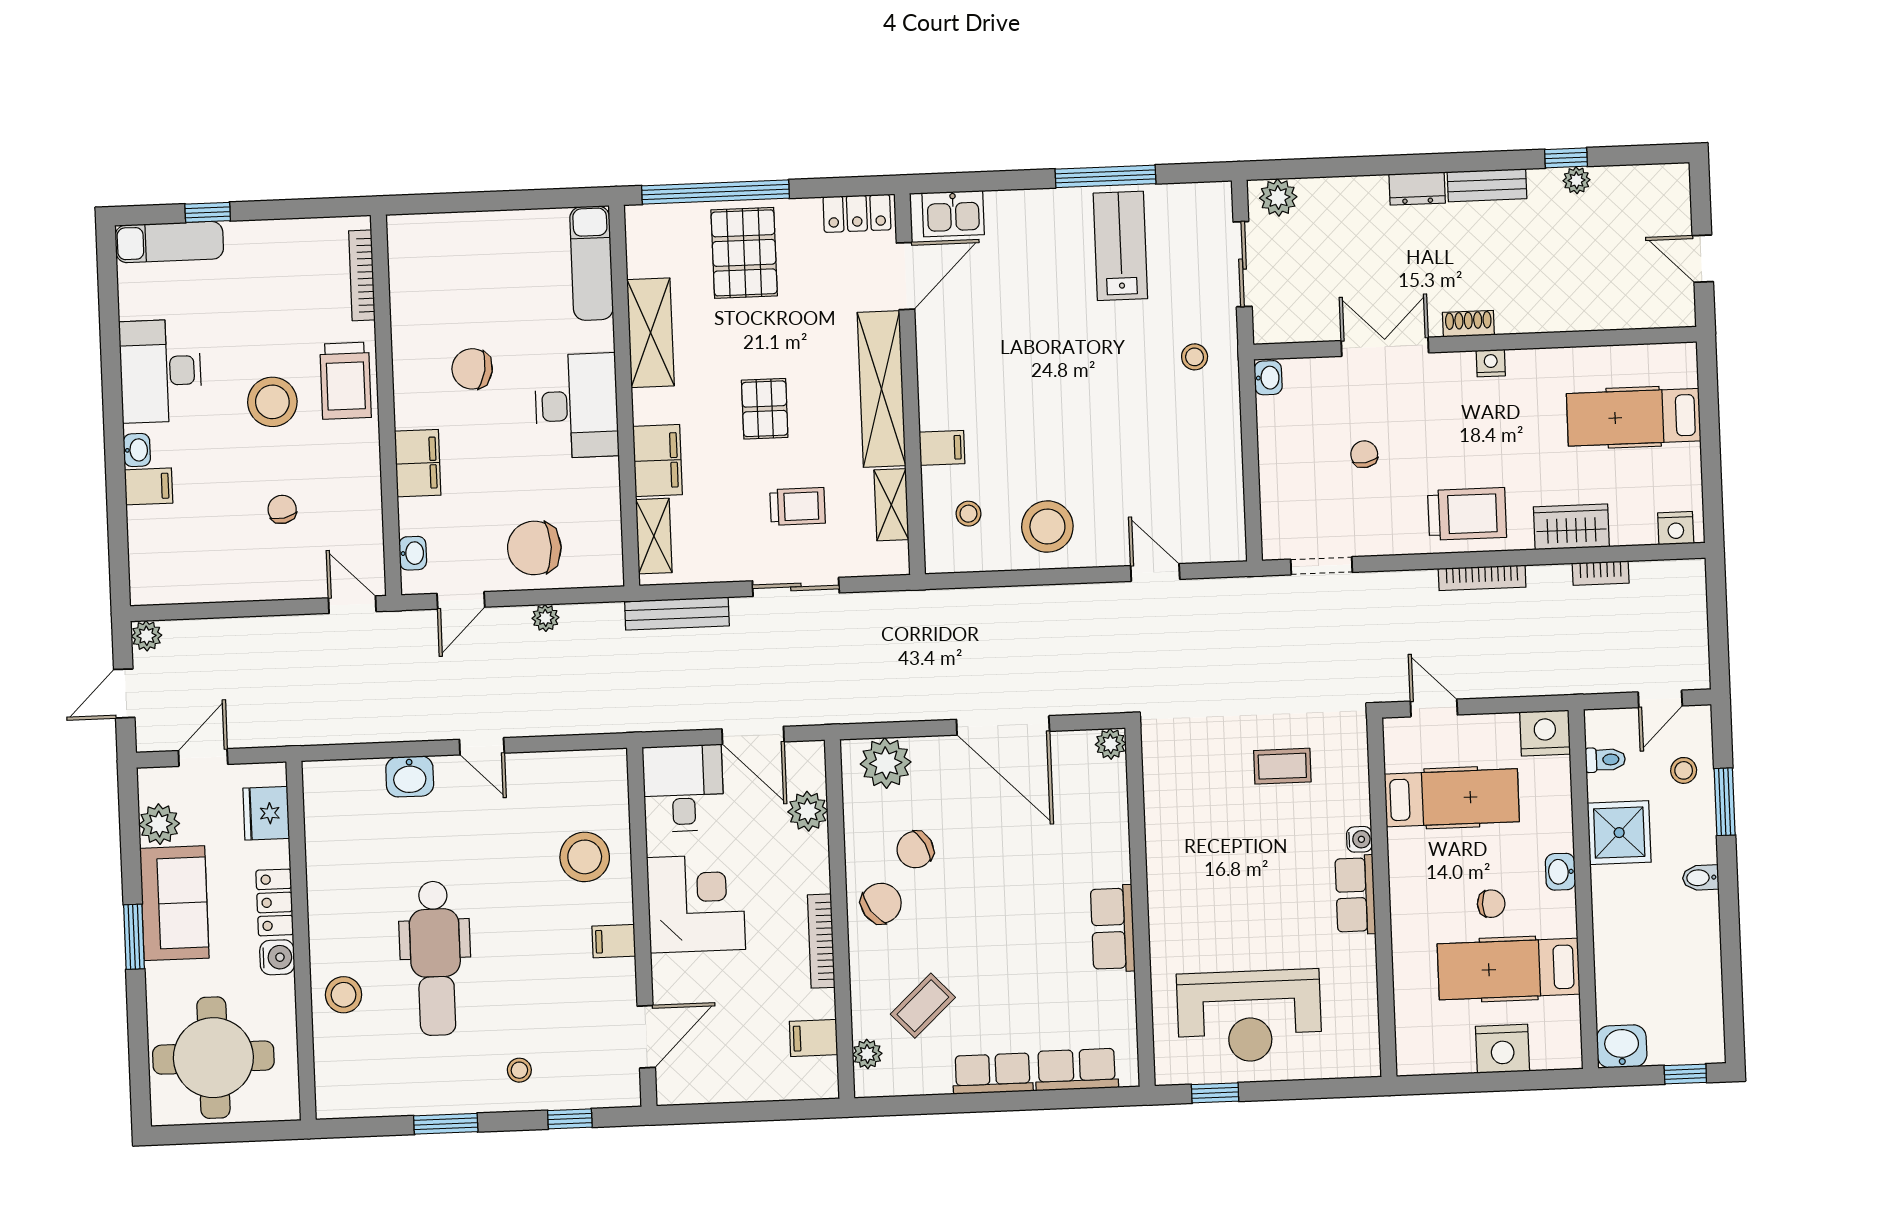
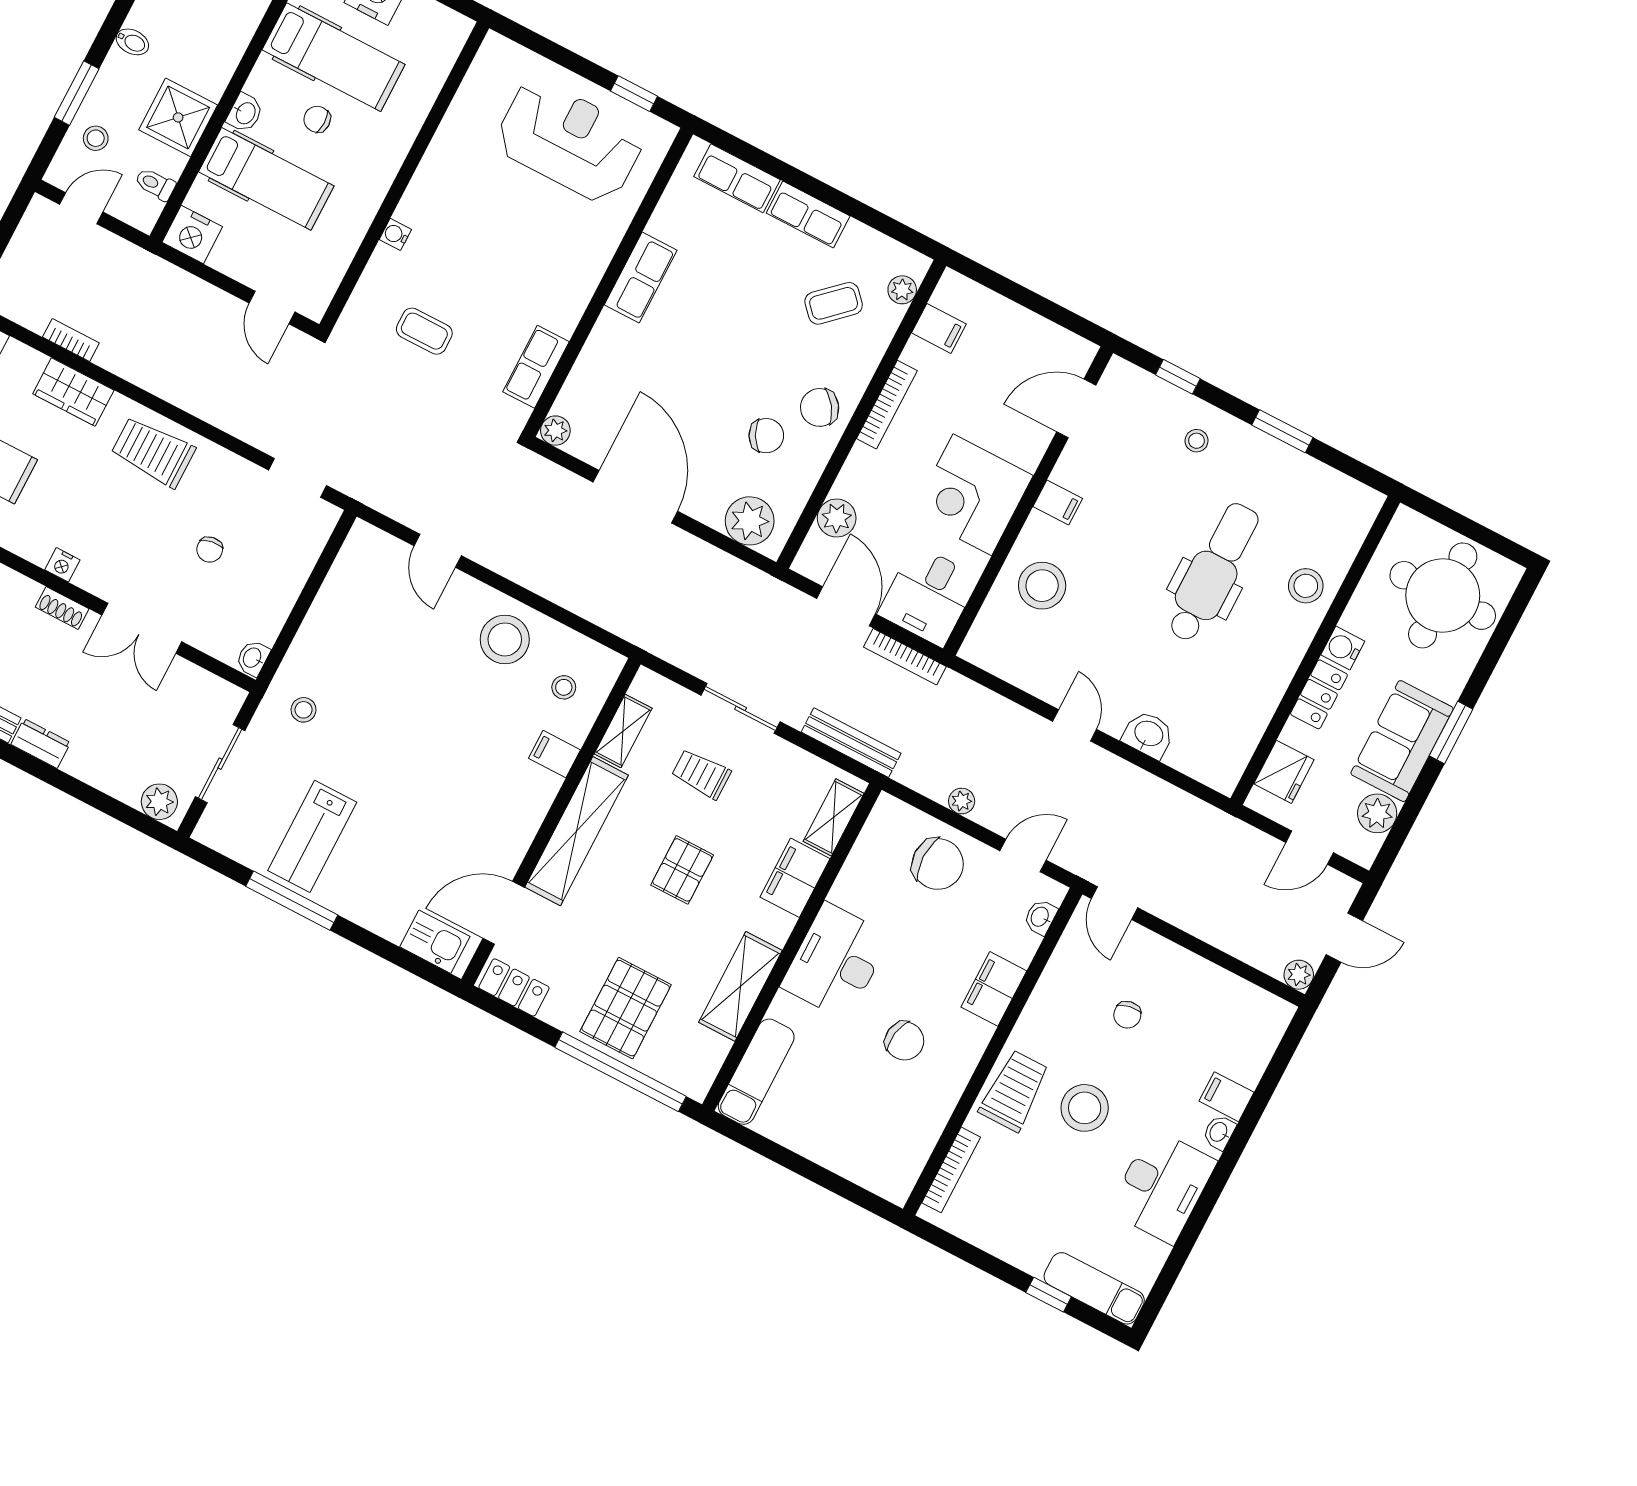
bookcase: (1482, 578) -> (905, 657), moved, turned 180
hospital bed: (1452, 798) -> (266, 179), moved, turned 180
row of seats: (1355, 895) -> (536, 367), moved, turned 180

